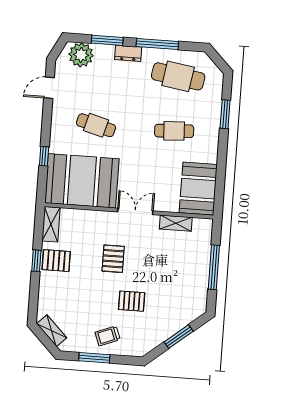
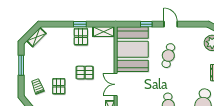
door: (49, 88) -> (171, 24), moved
double door: (135, 211) -> (116, 84), swing flipped
trolley: (108, 336) -> (38, 86), moved

